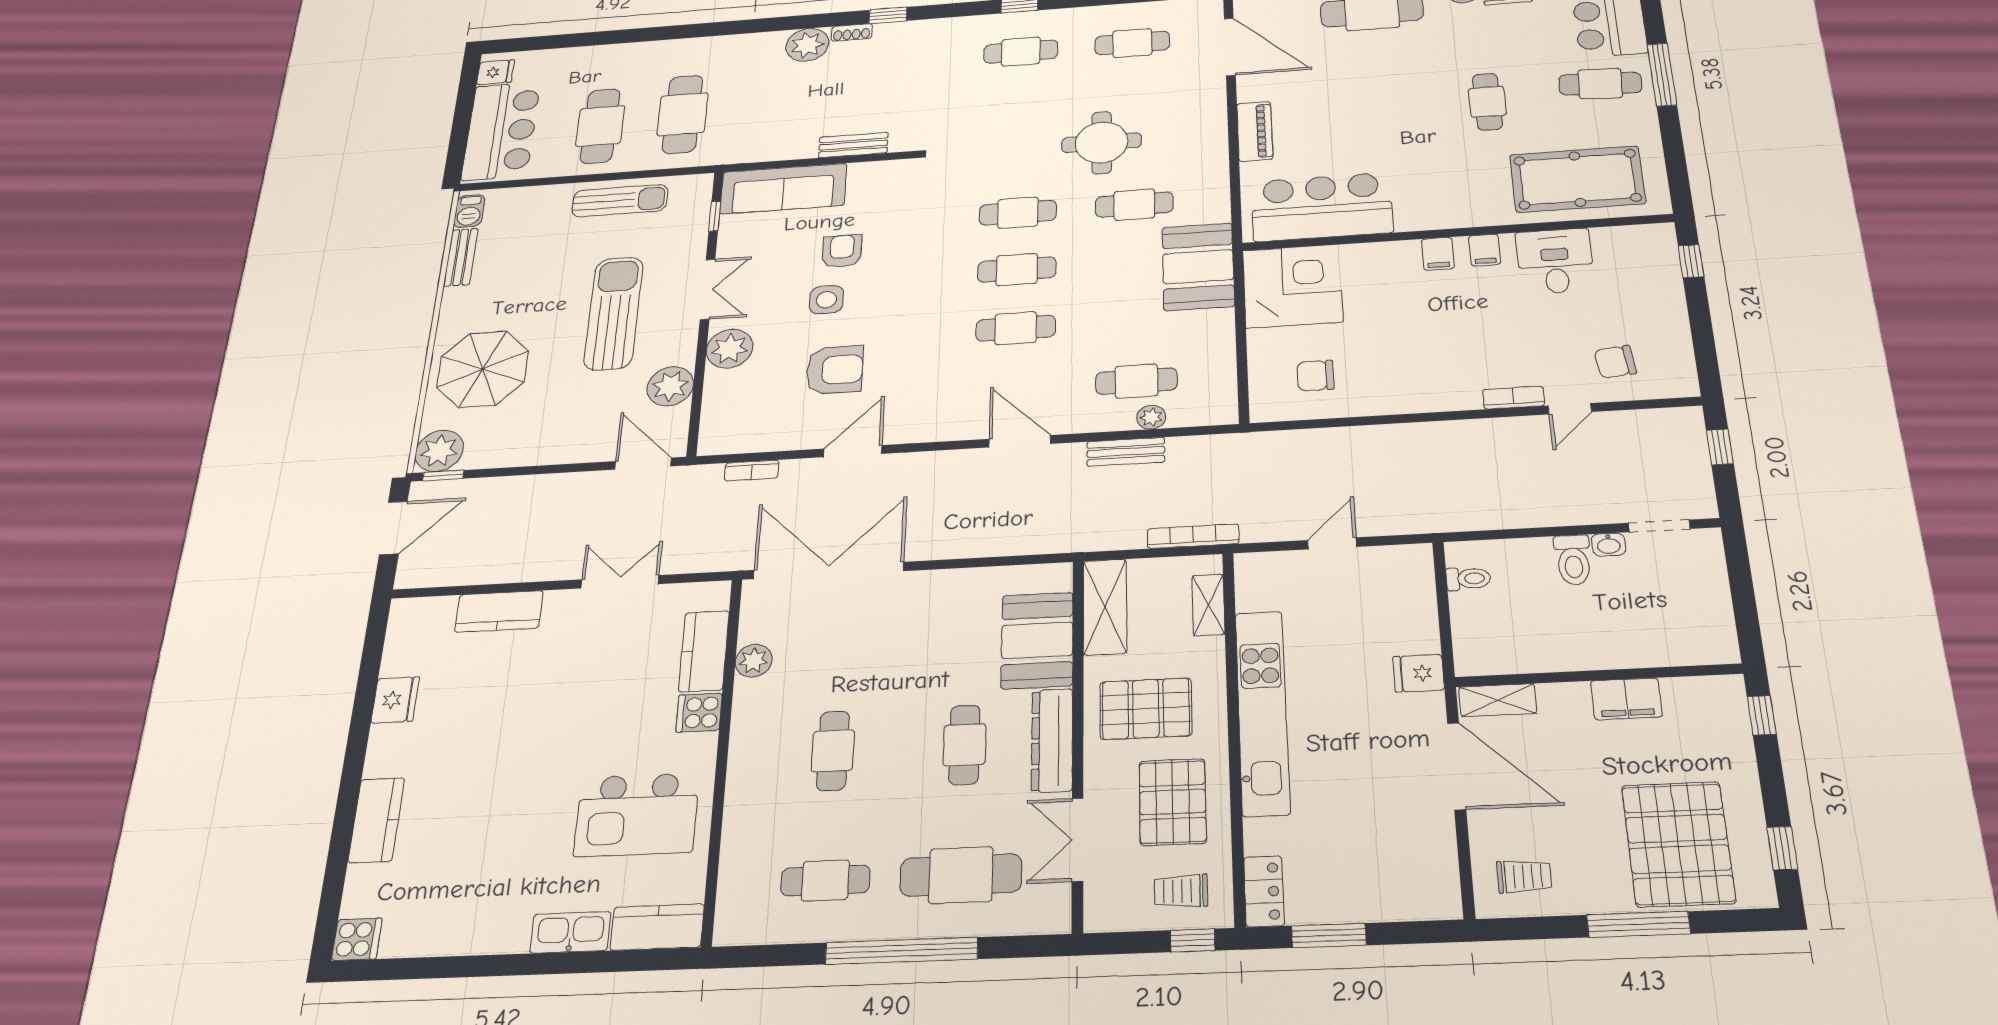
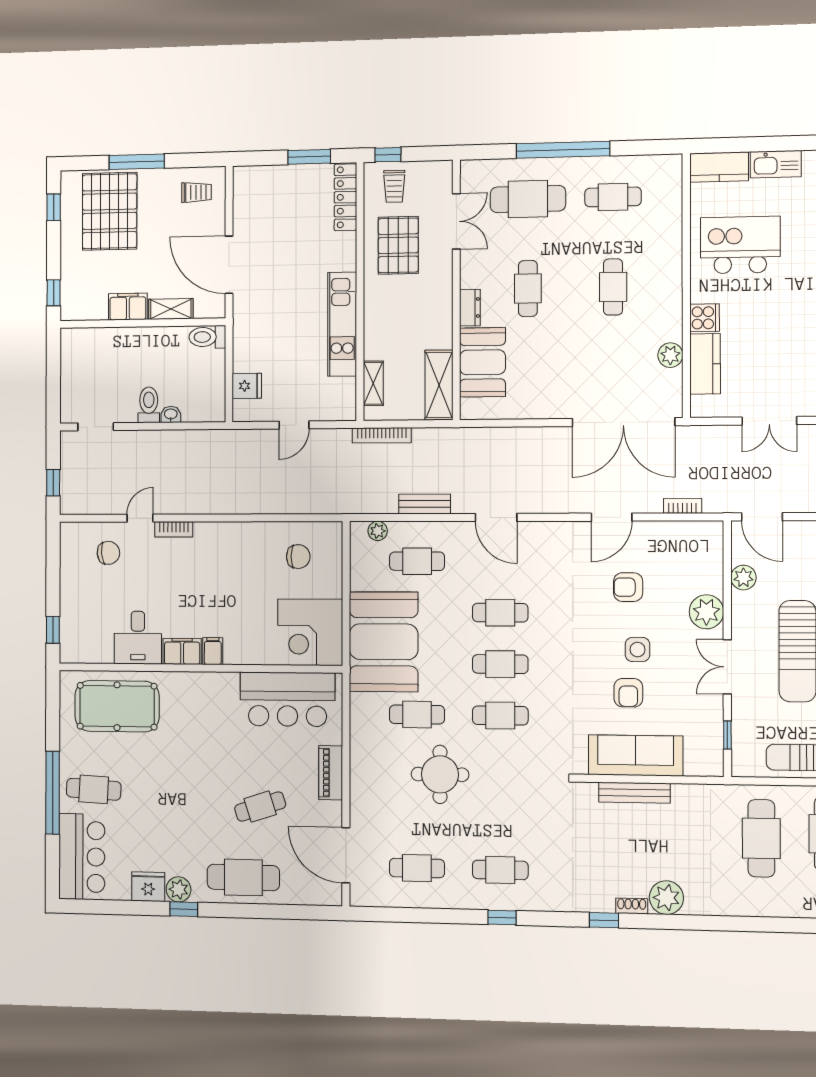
window: (1662, 75) -> (53, 793), width x1.46
cafe table: (1487, 102) -> (260, 807), moved, turned 72
bench: (853, 145) -> (634, 793), width x1.36
sofa: (783, 189) -> (636, 755), moved
filing cabinet: (1485, 250) -> (182, 651), width x2.00
booth: (1198, 267) -> (384, 642), width x1.36, depth x1.42
armchair: (835, 370) -> (628, 587), width x0.72, depth x0.72
plant: (670, 386) -> (743, 578), width x0.73, depth x0.73
plant: (1151, 417) -> (378, 531), moved
washbasin: (1609, 545) -> (171, 414), moved
toilet: (1468, 579) -> (207, 337), moved, width x1.37, depth x1.39
fridge: (1419, 673) -> (247, 386), moved
shelving: (1498, 700) -> (171, 309), moved
pallet: (1146, 709) -> (414, 310), removed
kitchen unit: (1262, 712) -> (342, 324), width x0.73
dresser: (1052, 740) -> (470, 308), width x0.51, depth x0.80
trolley: (1524, 876) -> (196, 192), turned 180
trolley: (1181, 891) -> (394, 186), turned 90
locker: (1264, 891) -> (345, 197), width x1.53

